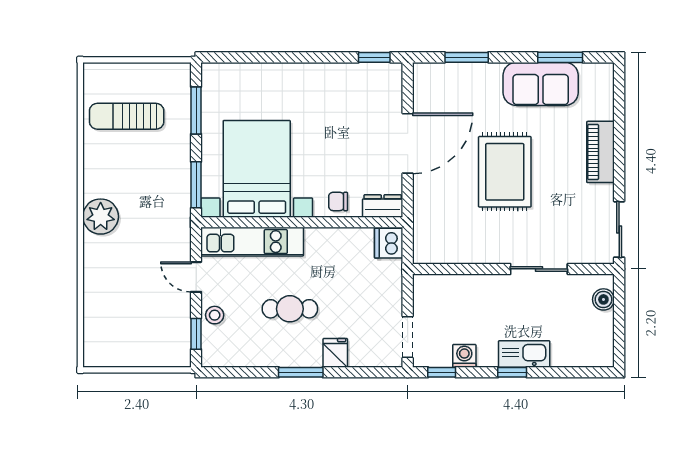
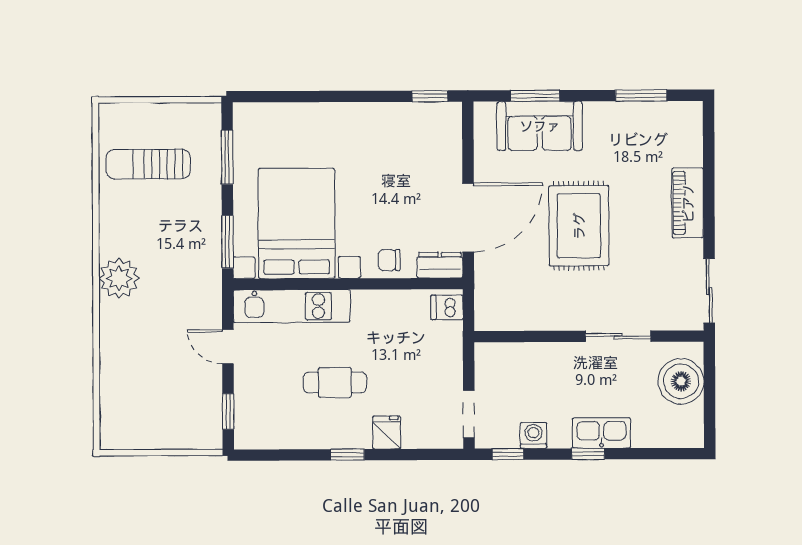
sofa: (541, 84) -> (540, 126), moved
door: (408, 143) -> (468, 218), moved
dishwasher: (389, 243) -> (447, 307), width x0.73
boiler: (603, 299) -> (681, 381), width x1.86, depth x1.86
stool: (215, 315) -> (249, 390), removed
window: (301, 372) -> (347, 455), width x0.67

